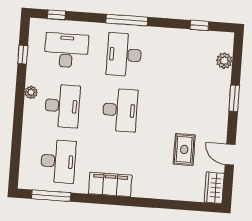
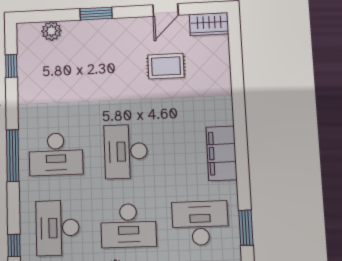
desk: (62, 106) -> (128, 226), turned 180
desk: (120, 110) -> (126, 151), turned -90
window: (51, 196) -> (246, 228), width x0.69

